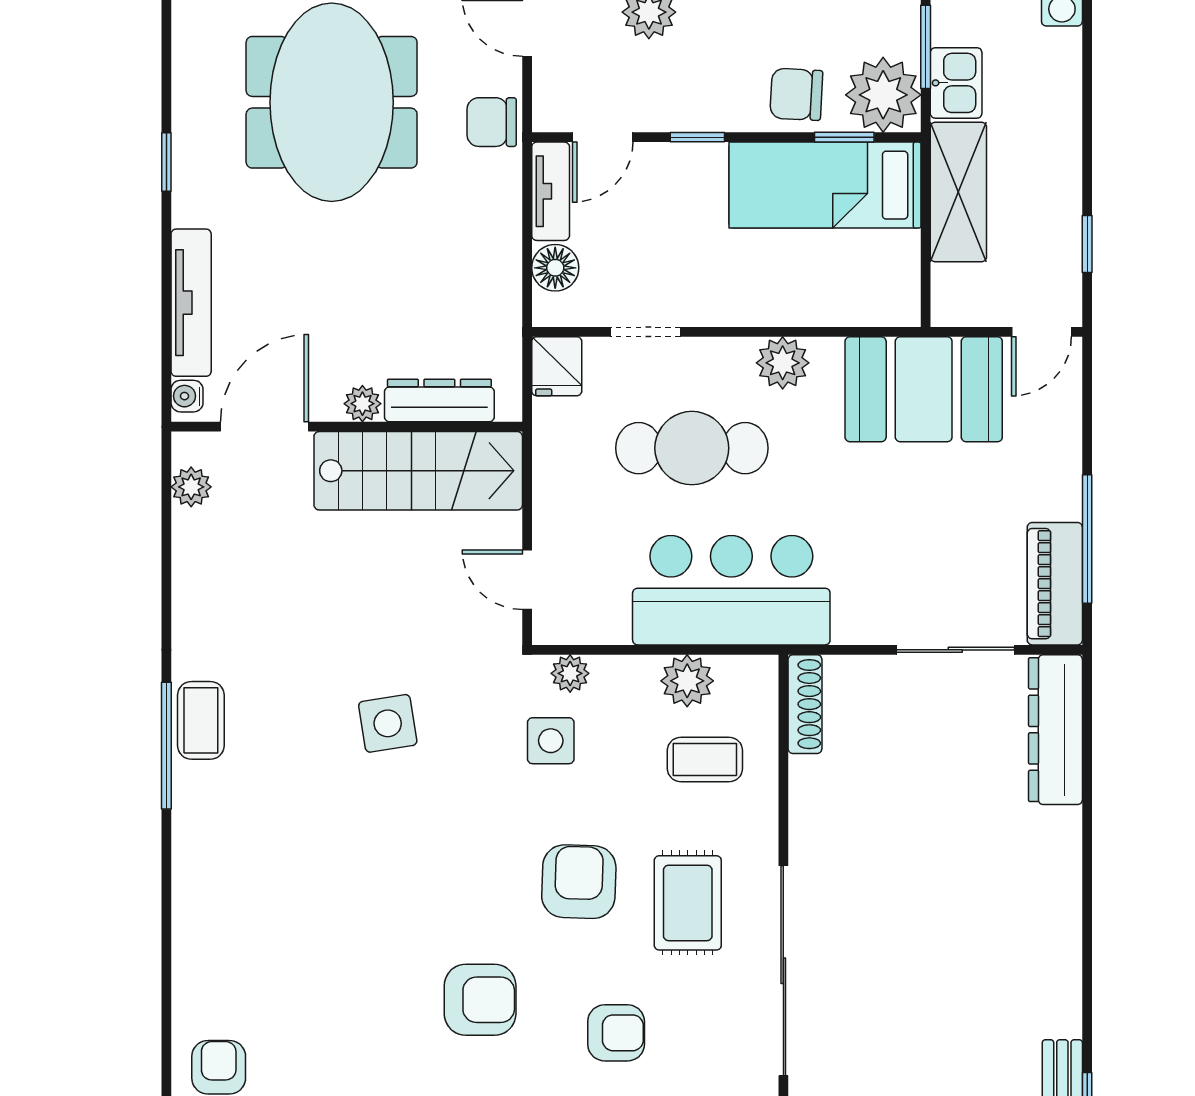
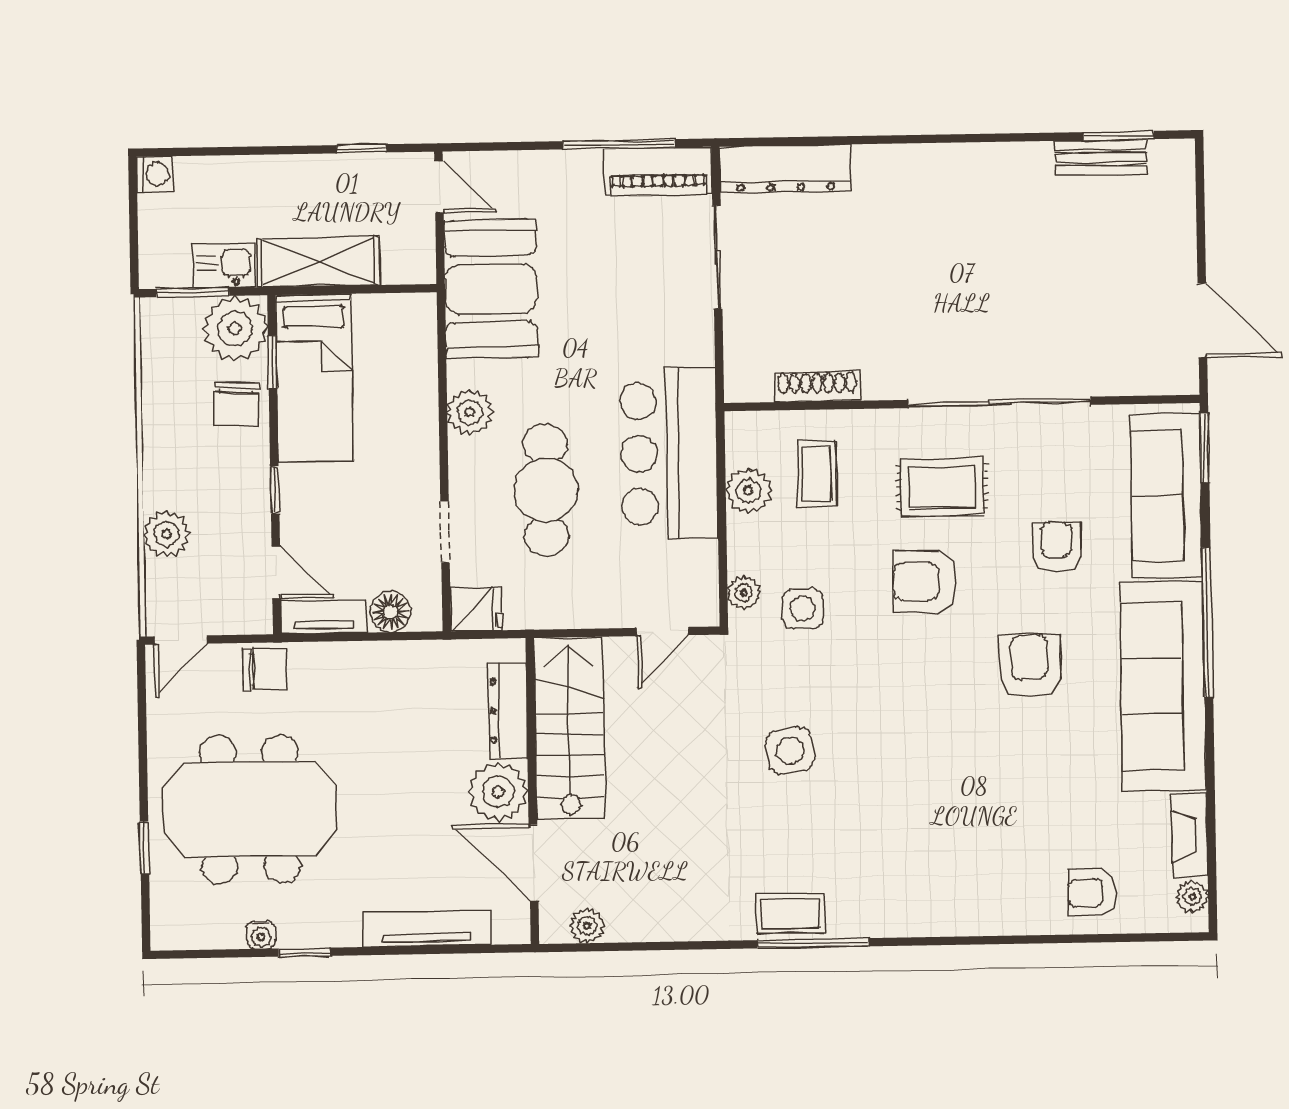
chair: (492, 122) -> (265, 669), turned -90
water cooler: (187, 396) -> (261, 935), moved
plant: (362, 404) -> (498, 792), width x1.87, depth x1.87
shoe rack: (805, 704) -> (817, 387), moved

